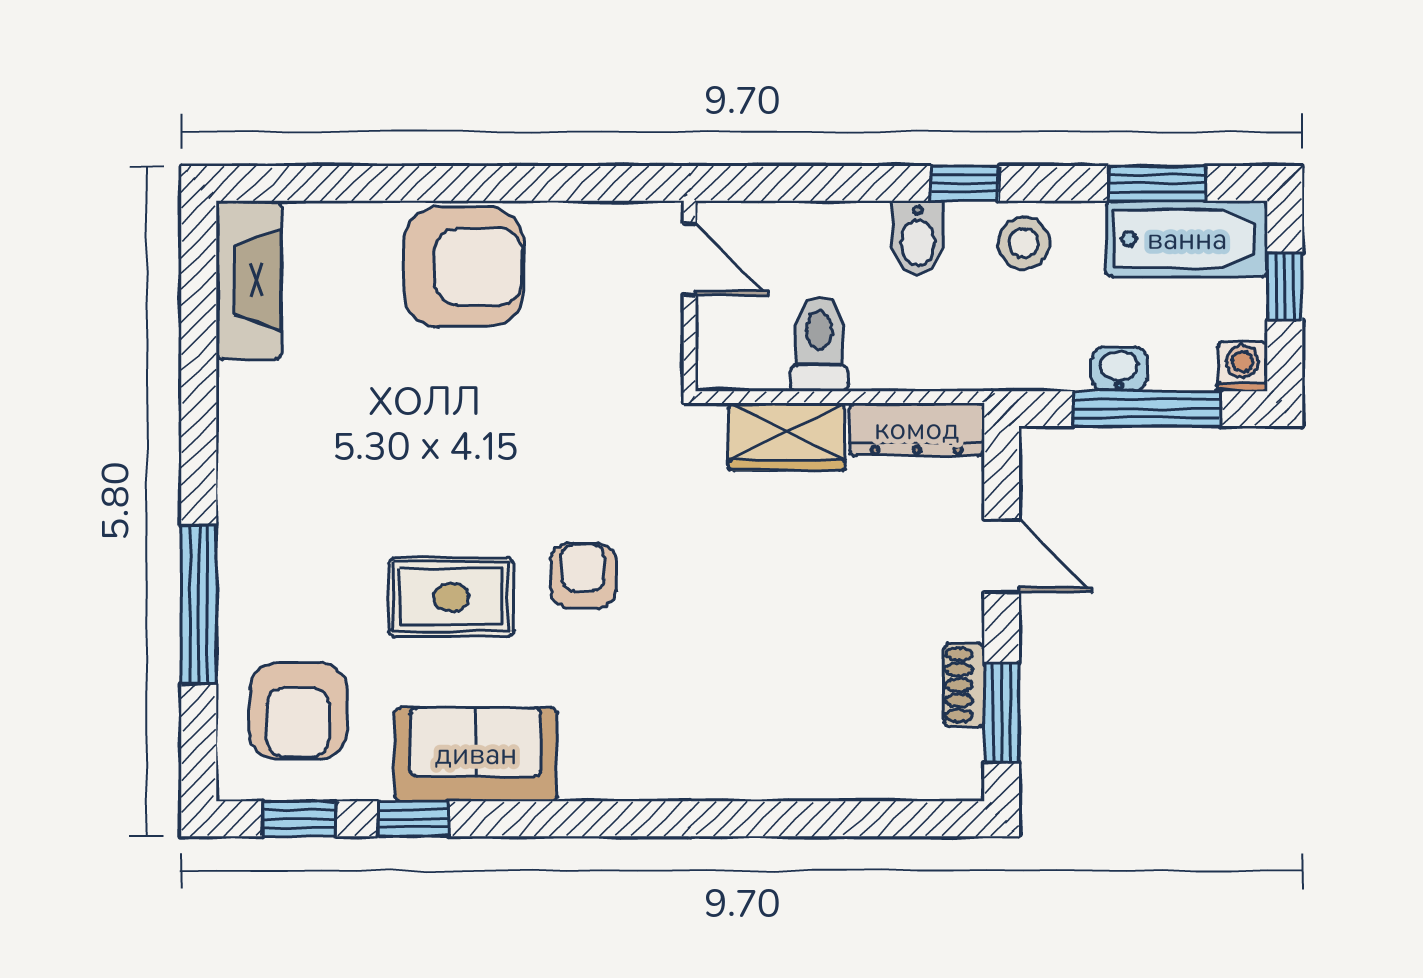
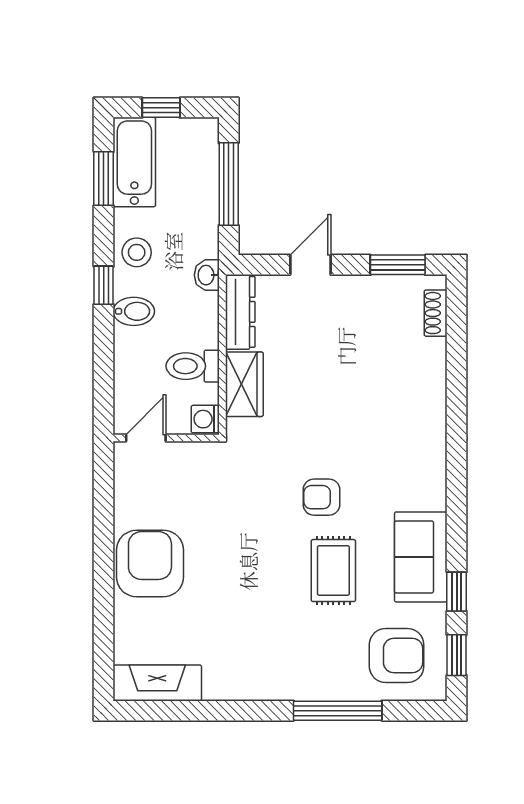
washing machine: (1242, 366) -> (205, 419), moved
washbasin: (1119, 369) -> (207, 275), moved
shoe rack: (964, 685) -> (436, 313), moved, turned 90

